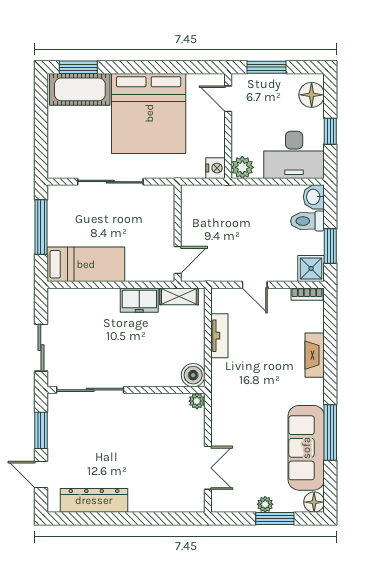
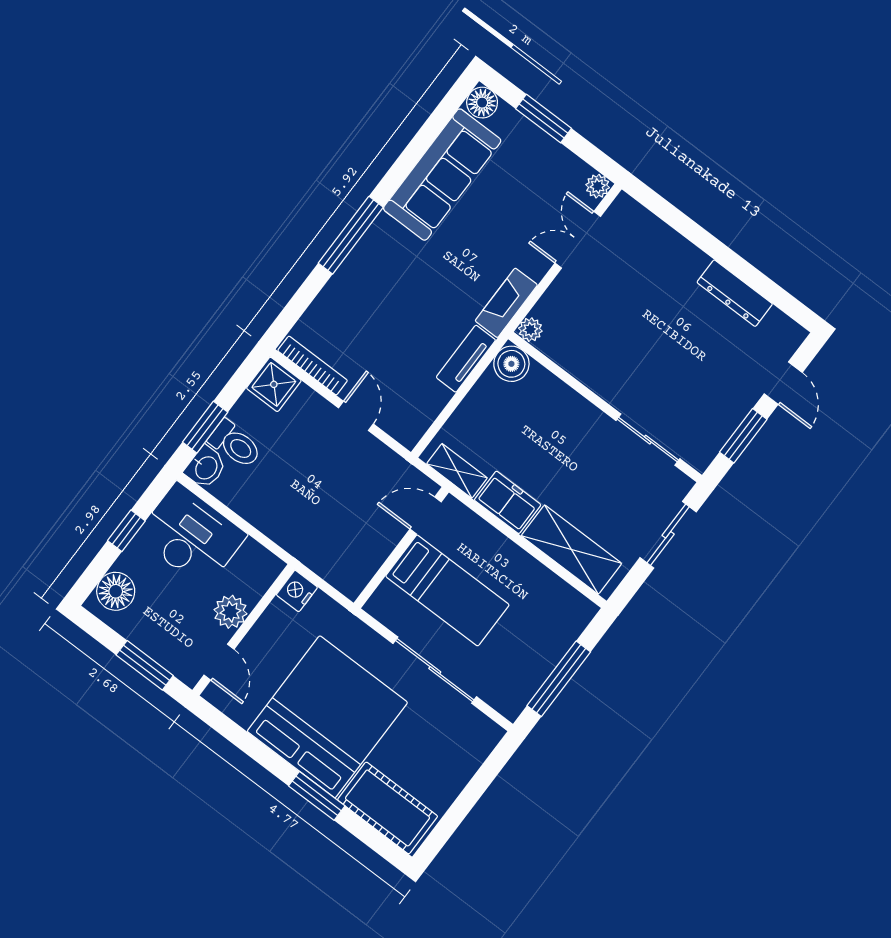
window: (78, 67) -> (317, 796), moved
plant: (242, 167) -> (230, 612), moved
window: (330, 246) -> (205, 427), moved
bed: (86, 264) -> (447, 590), moved, turned 180
bookcase: (307, 294) -> (313, 366), width x1.56
shelving: (86, 301) -> (571, 550), added
tv unit: (219, 336) -> (466, 359), moved
fireplace: (315, 355) -> (506, 303), moved, turned 180
sliding door: (90, 390) -> (648, 440), width x0.73
window: (330, 432) -> (351, 235), moved
dresser: (94, 500) -> (735, 293), width x0.73, depth x0.80
plant: (265, 504) -> (598, 186), moved

